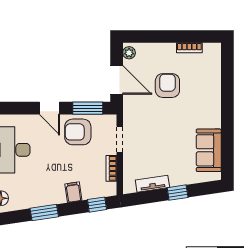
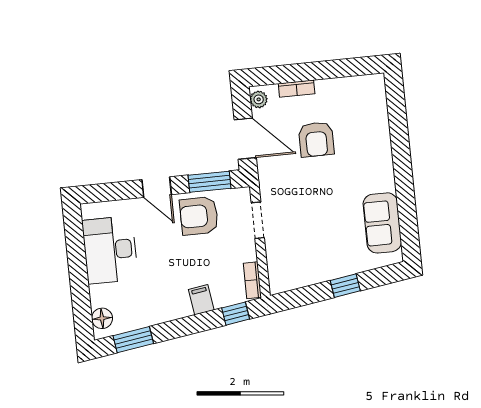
bookcase: (189, 48) -> (297, 89), moved
armchair: (167, 86) -> (316, 139), turned 180
bookcase: (111, 168) -> (252, 280), moved
tv unit: (152, 184) -> (309, 277), removed
window: (44, 212) -> (133, 340), moved

